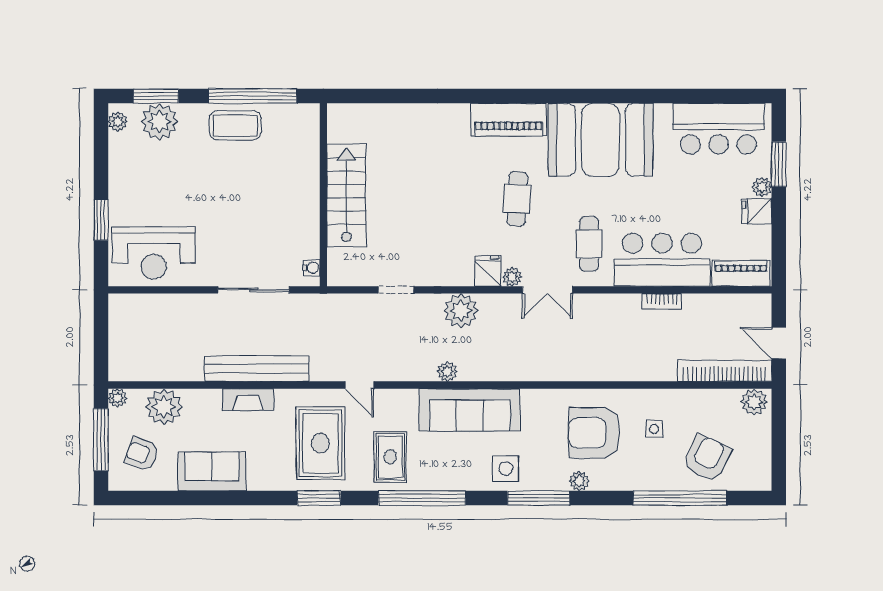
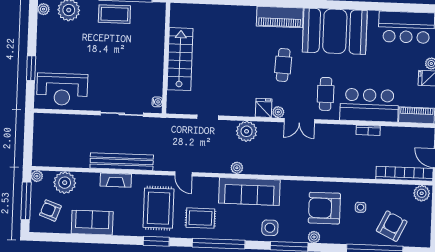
rug: (390, 457) -> (200, 218), turned 90

